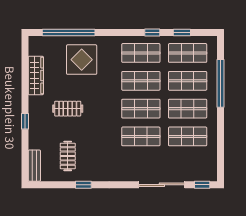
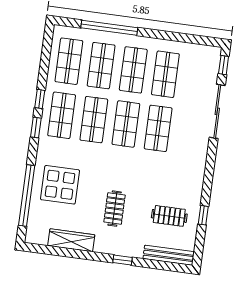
window: (182, 33) -> (36, 128), moved
bench: (34, 166) -> (169, 255), width x1.36
window: (83, 185) -> (203, 215), moved

